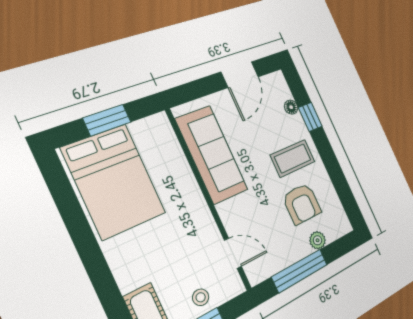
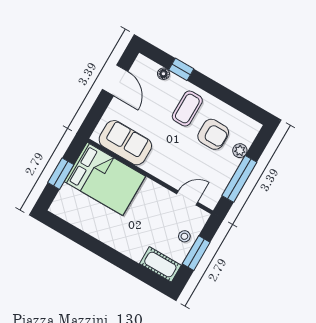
sofa: (212, 154) -> (125, 143), width x0.73
bed: (114, 181) -> (105, 179), moved

